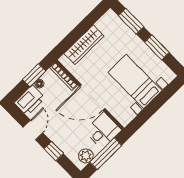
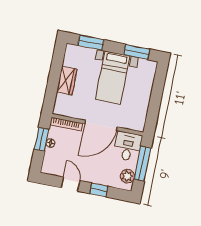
wardrobe: (84, 45) -> (67, 81), width x0.67
window: (157, 47) -> (137, 52), moved
bed with nightstands: (135, 82) -> (113, 78), moved, turned -90
printer: (30, 100) -> (52, 162), removed

